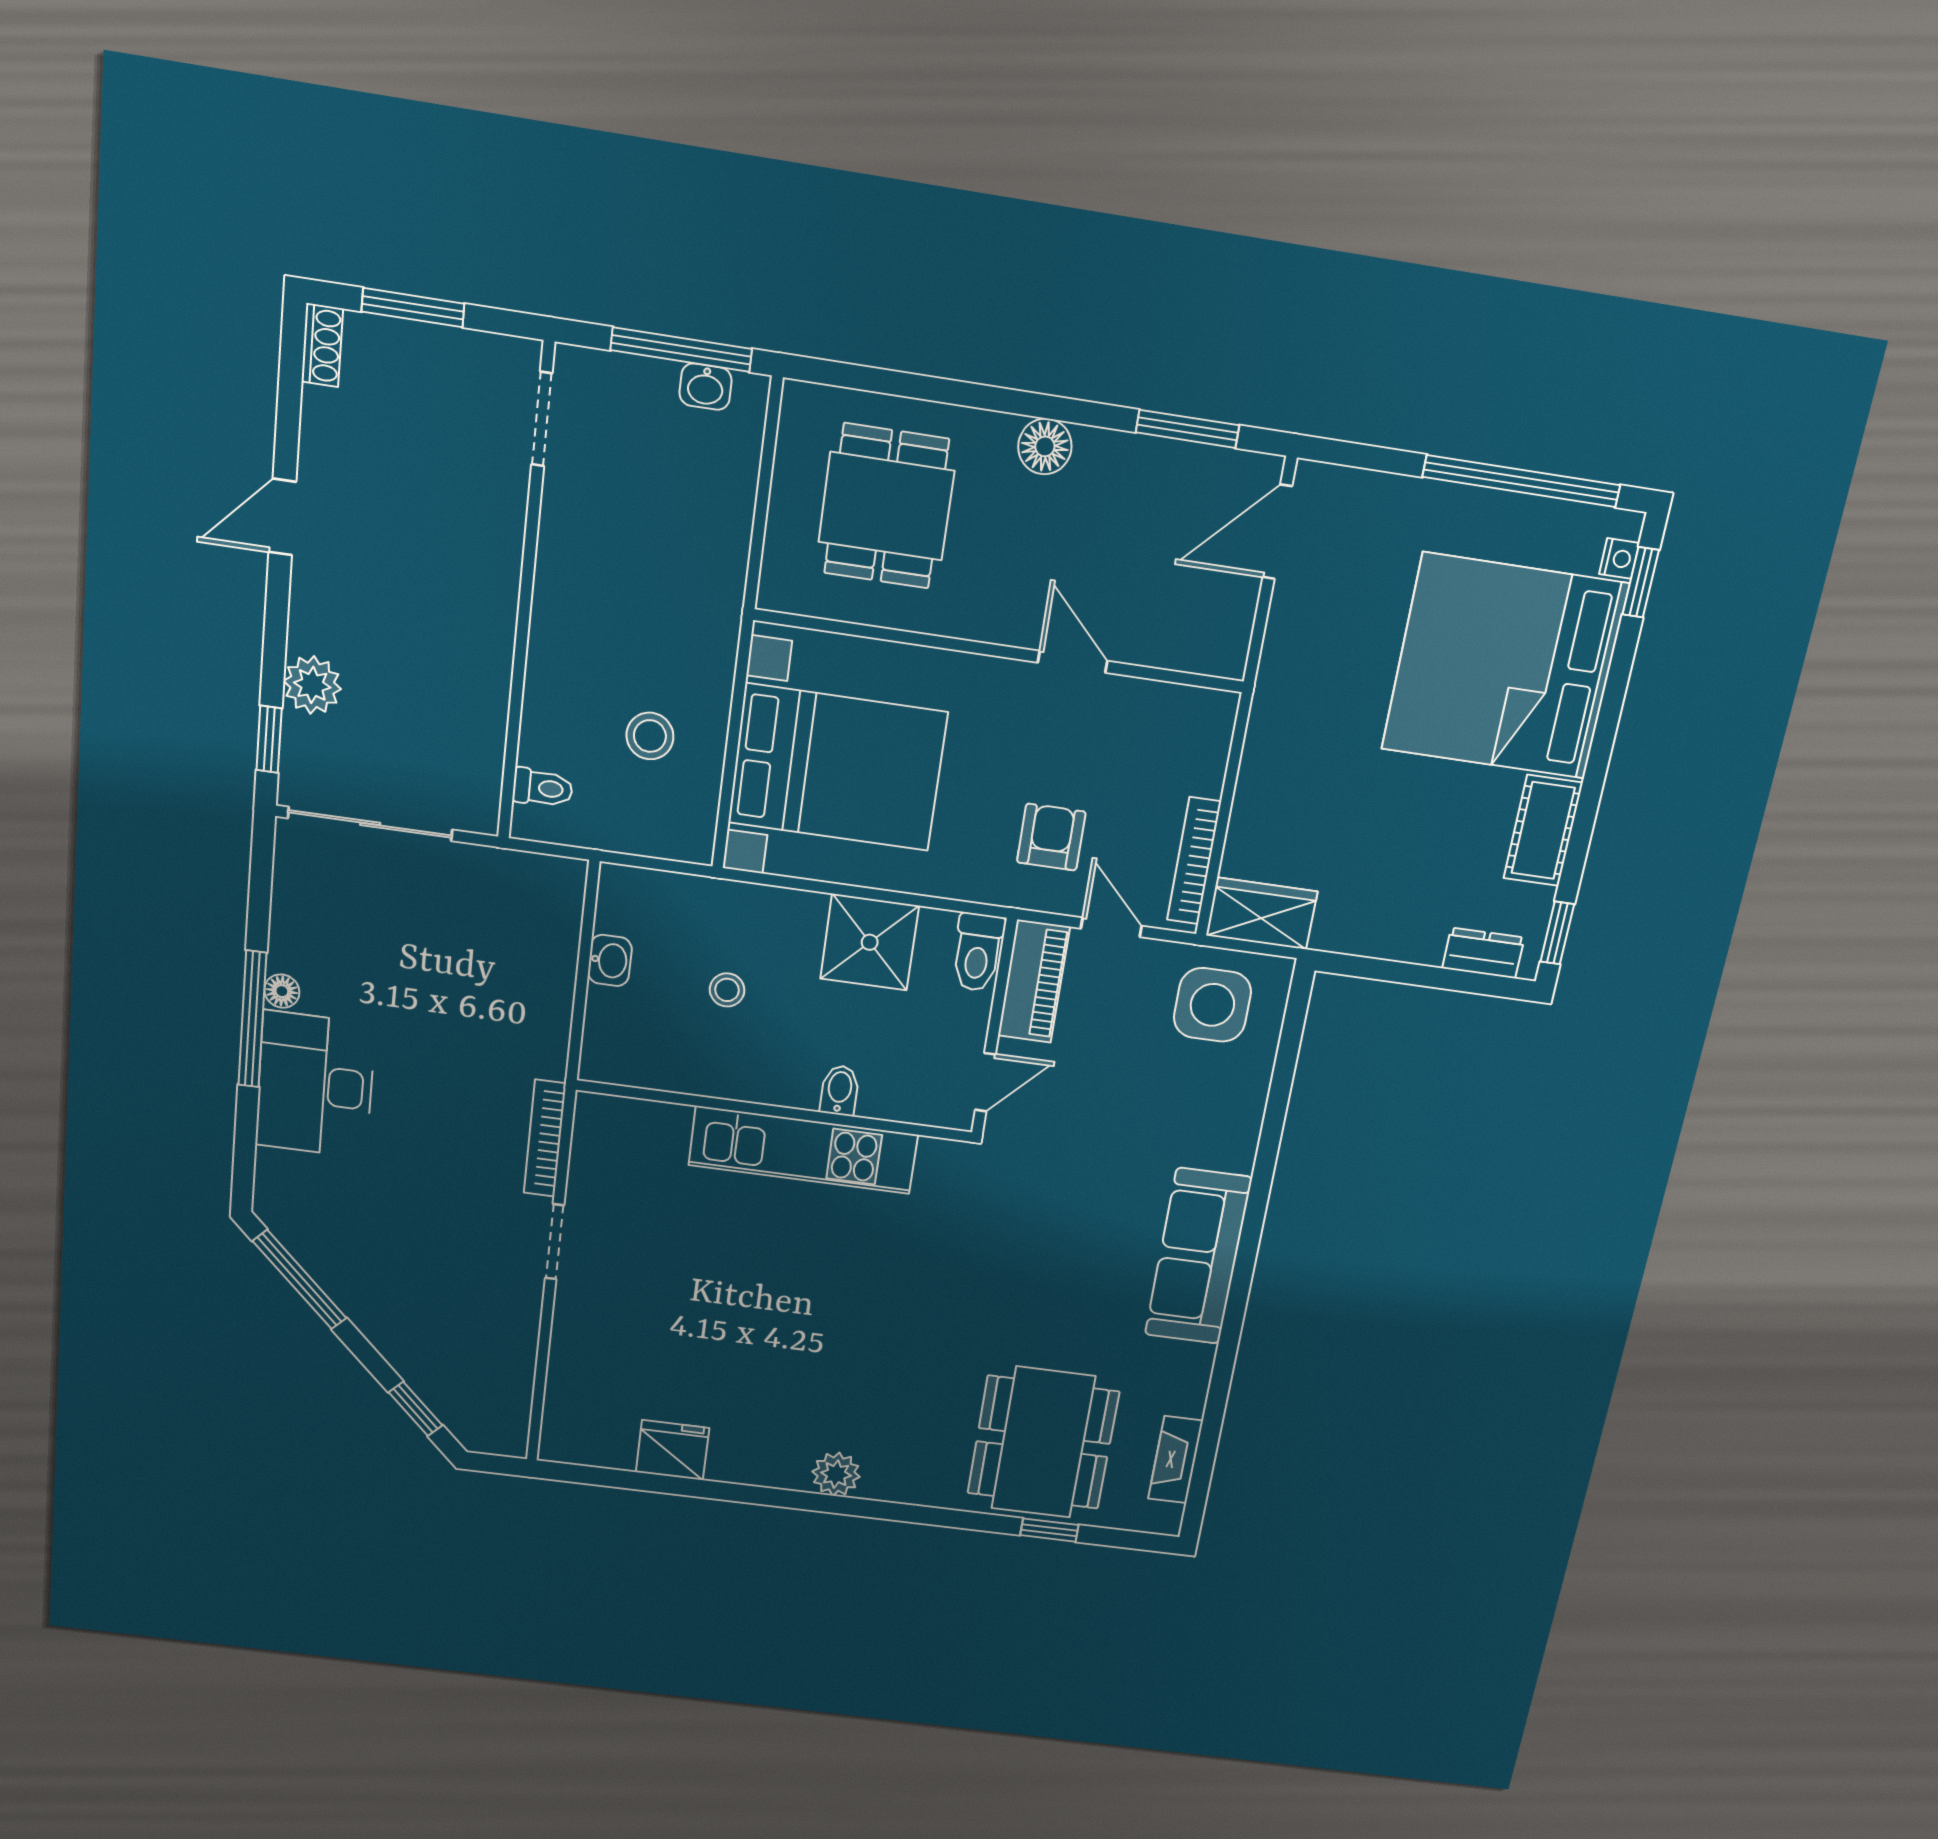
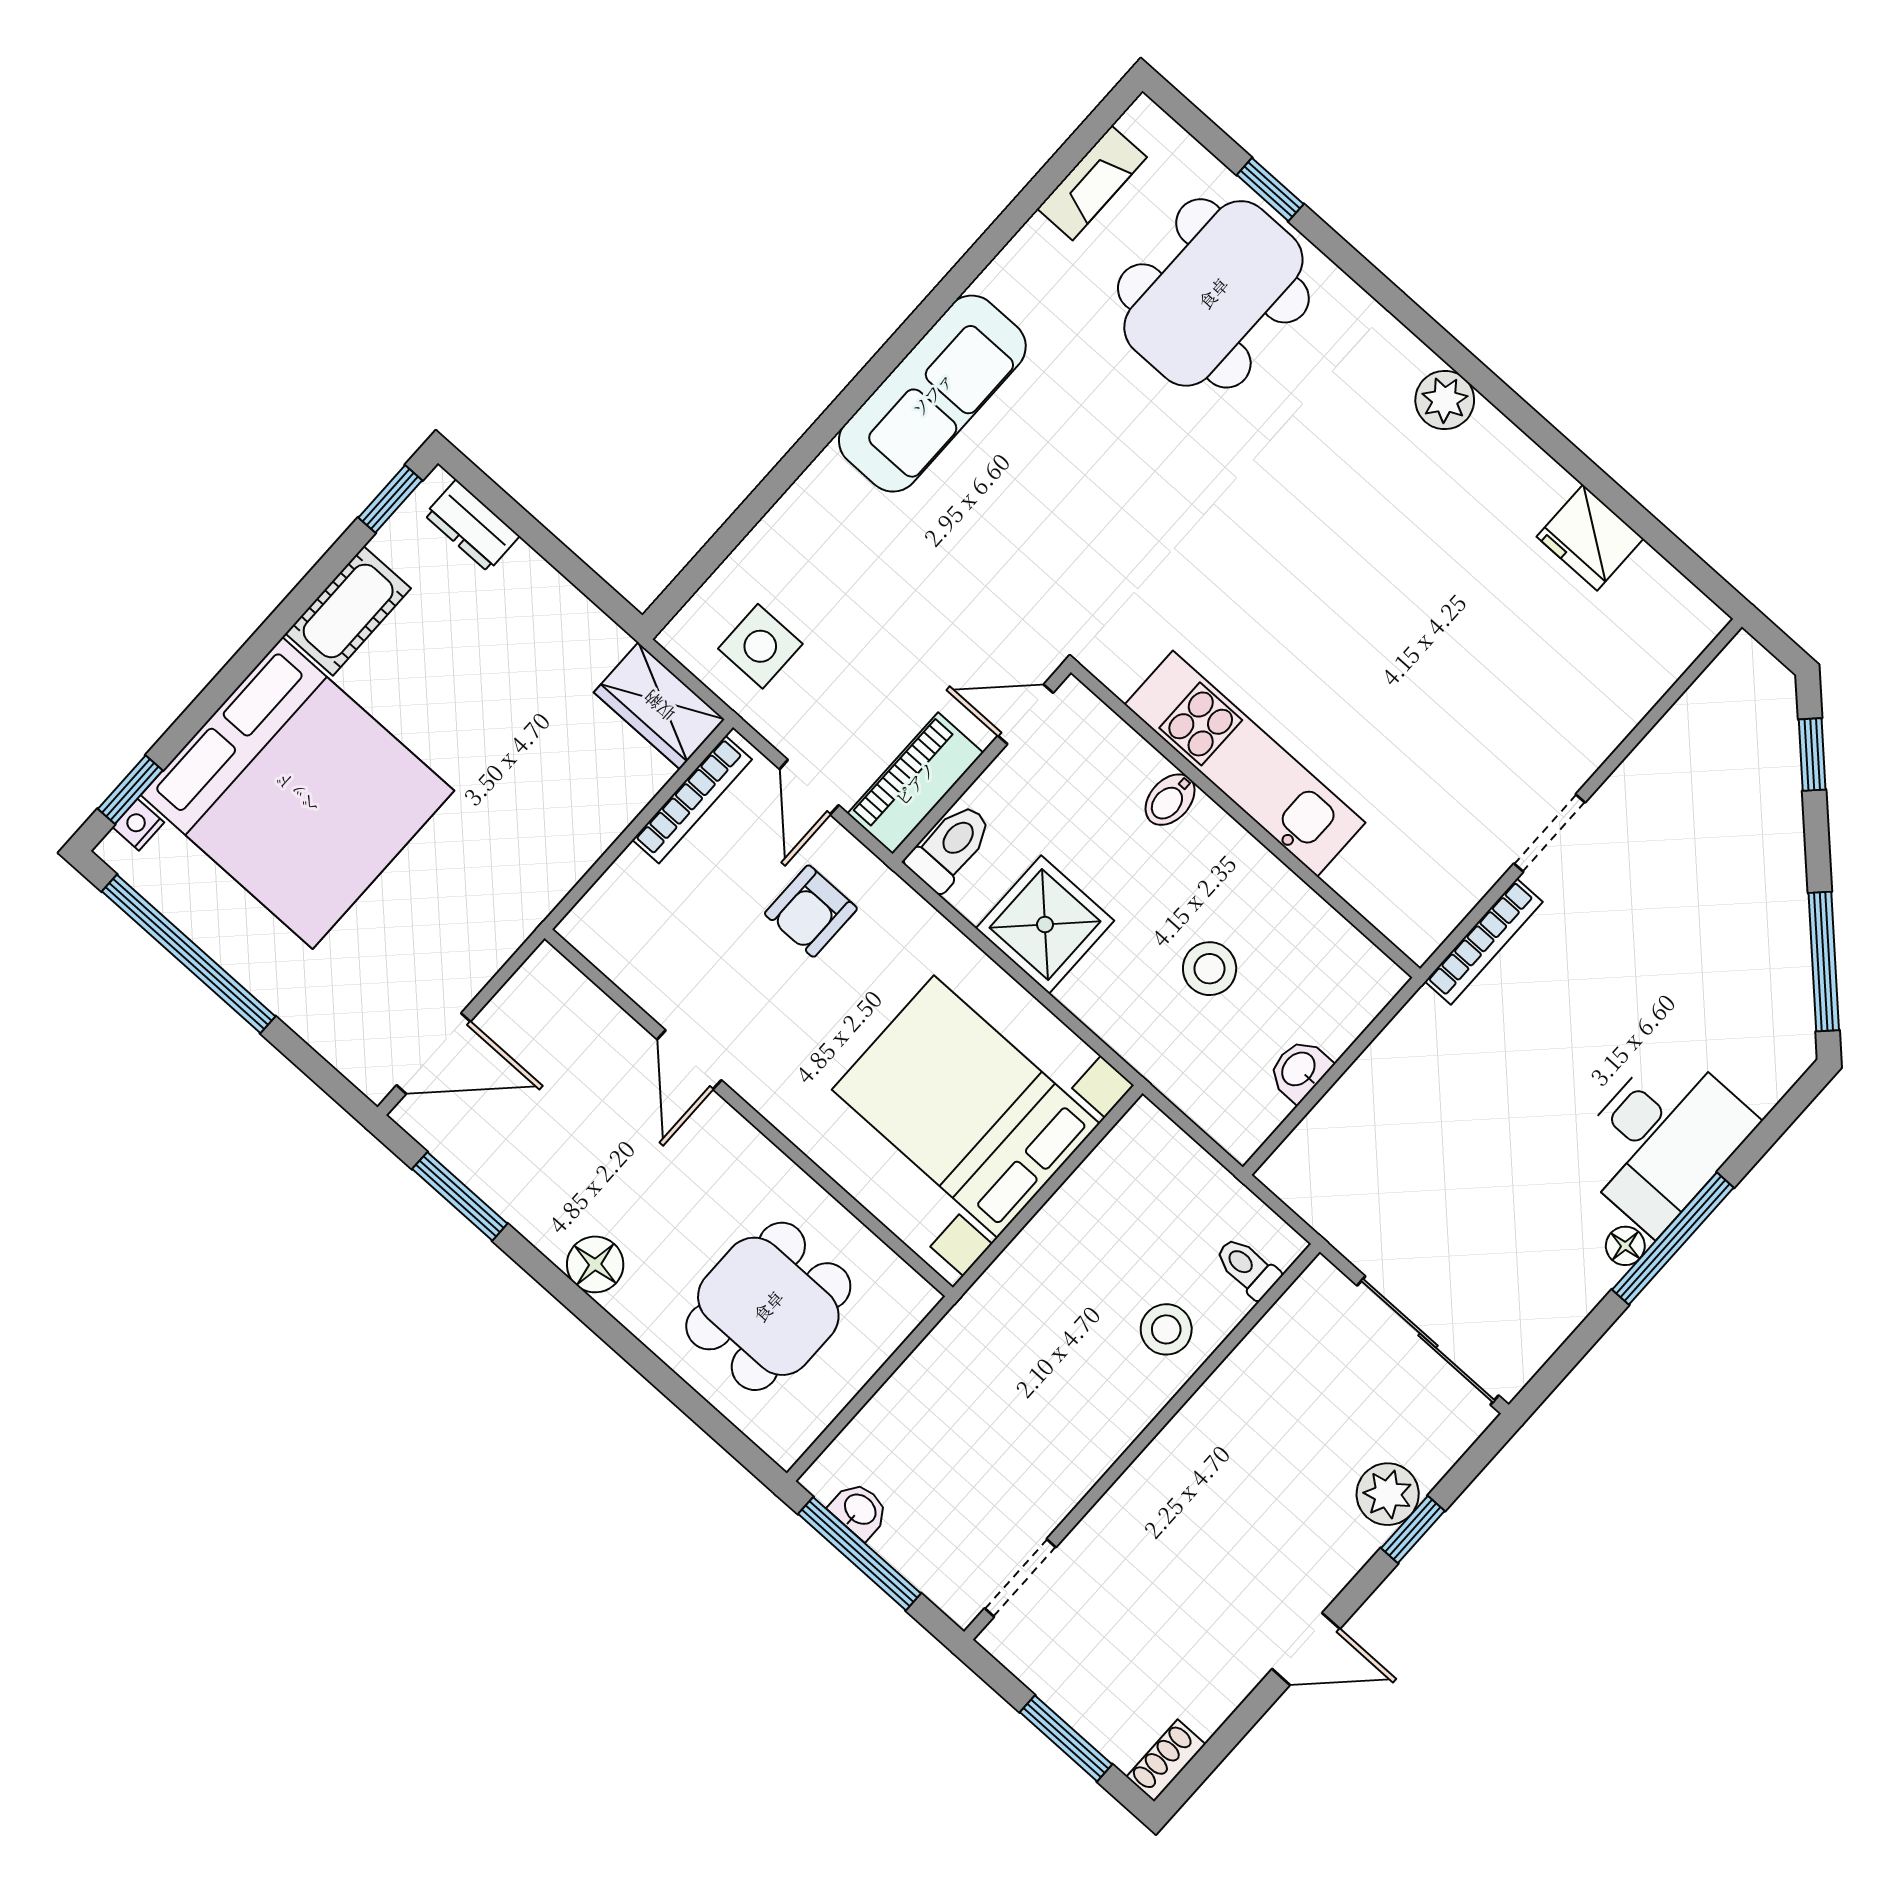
stool: (650, 736) -> (1166, 1329), moved
window: (269, 739) -> (1413, 1529), moved
stool: (727, 990) -> (1210, 969), width x1.37, depth x1.37
side table: (1212, 1005) -> (760, 646), width x0.73, depth x0.73

